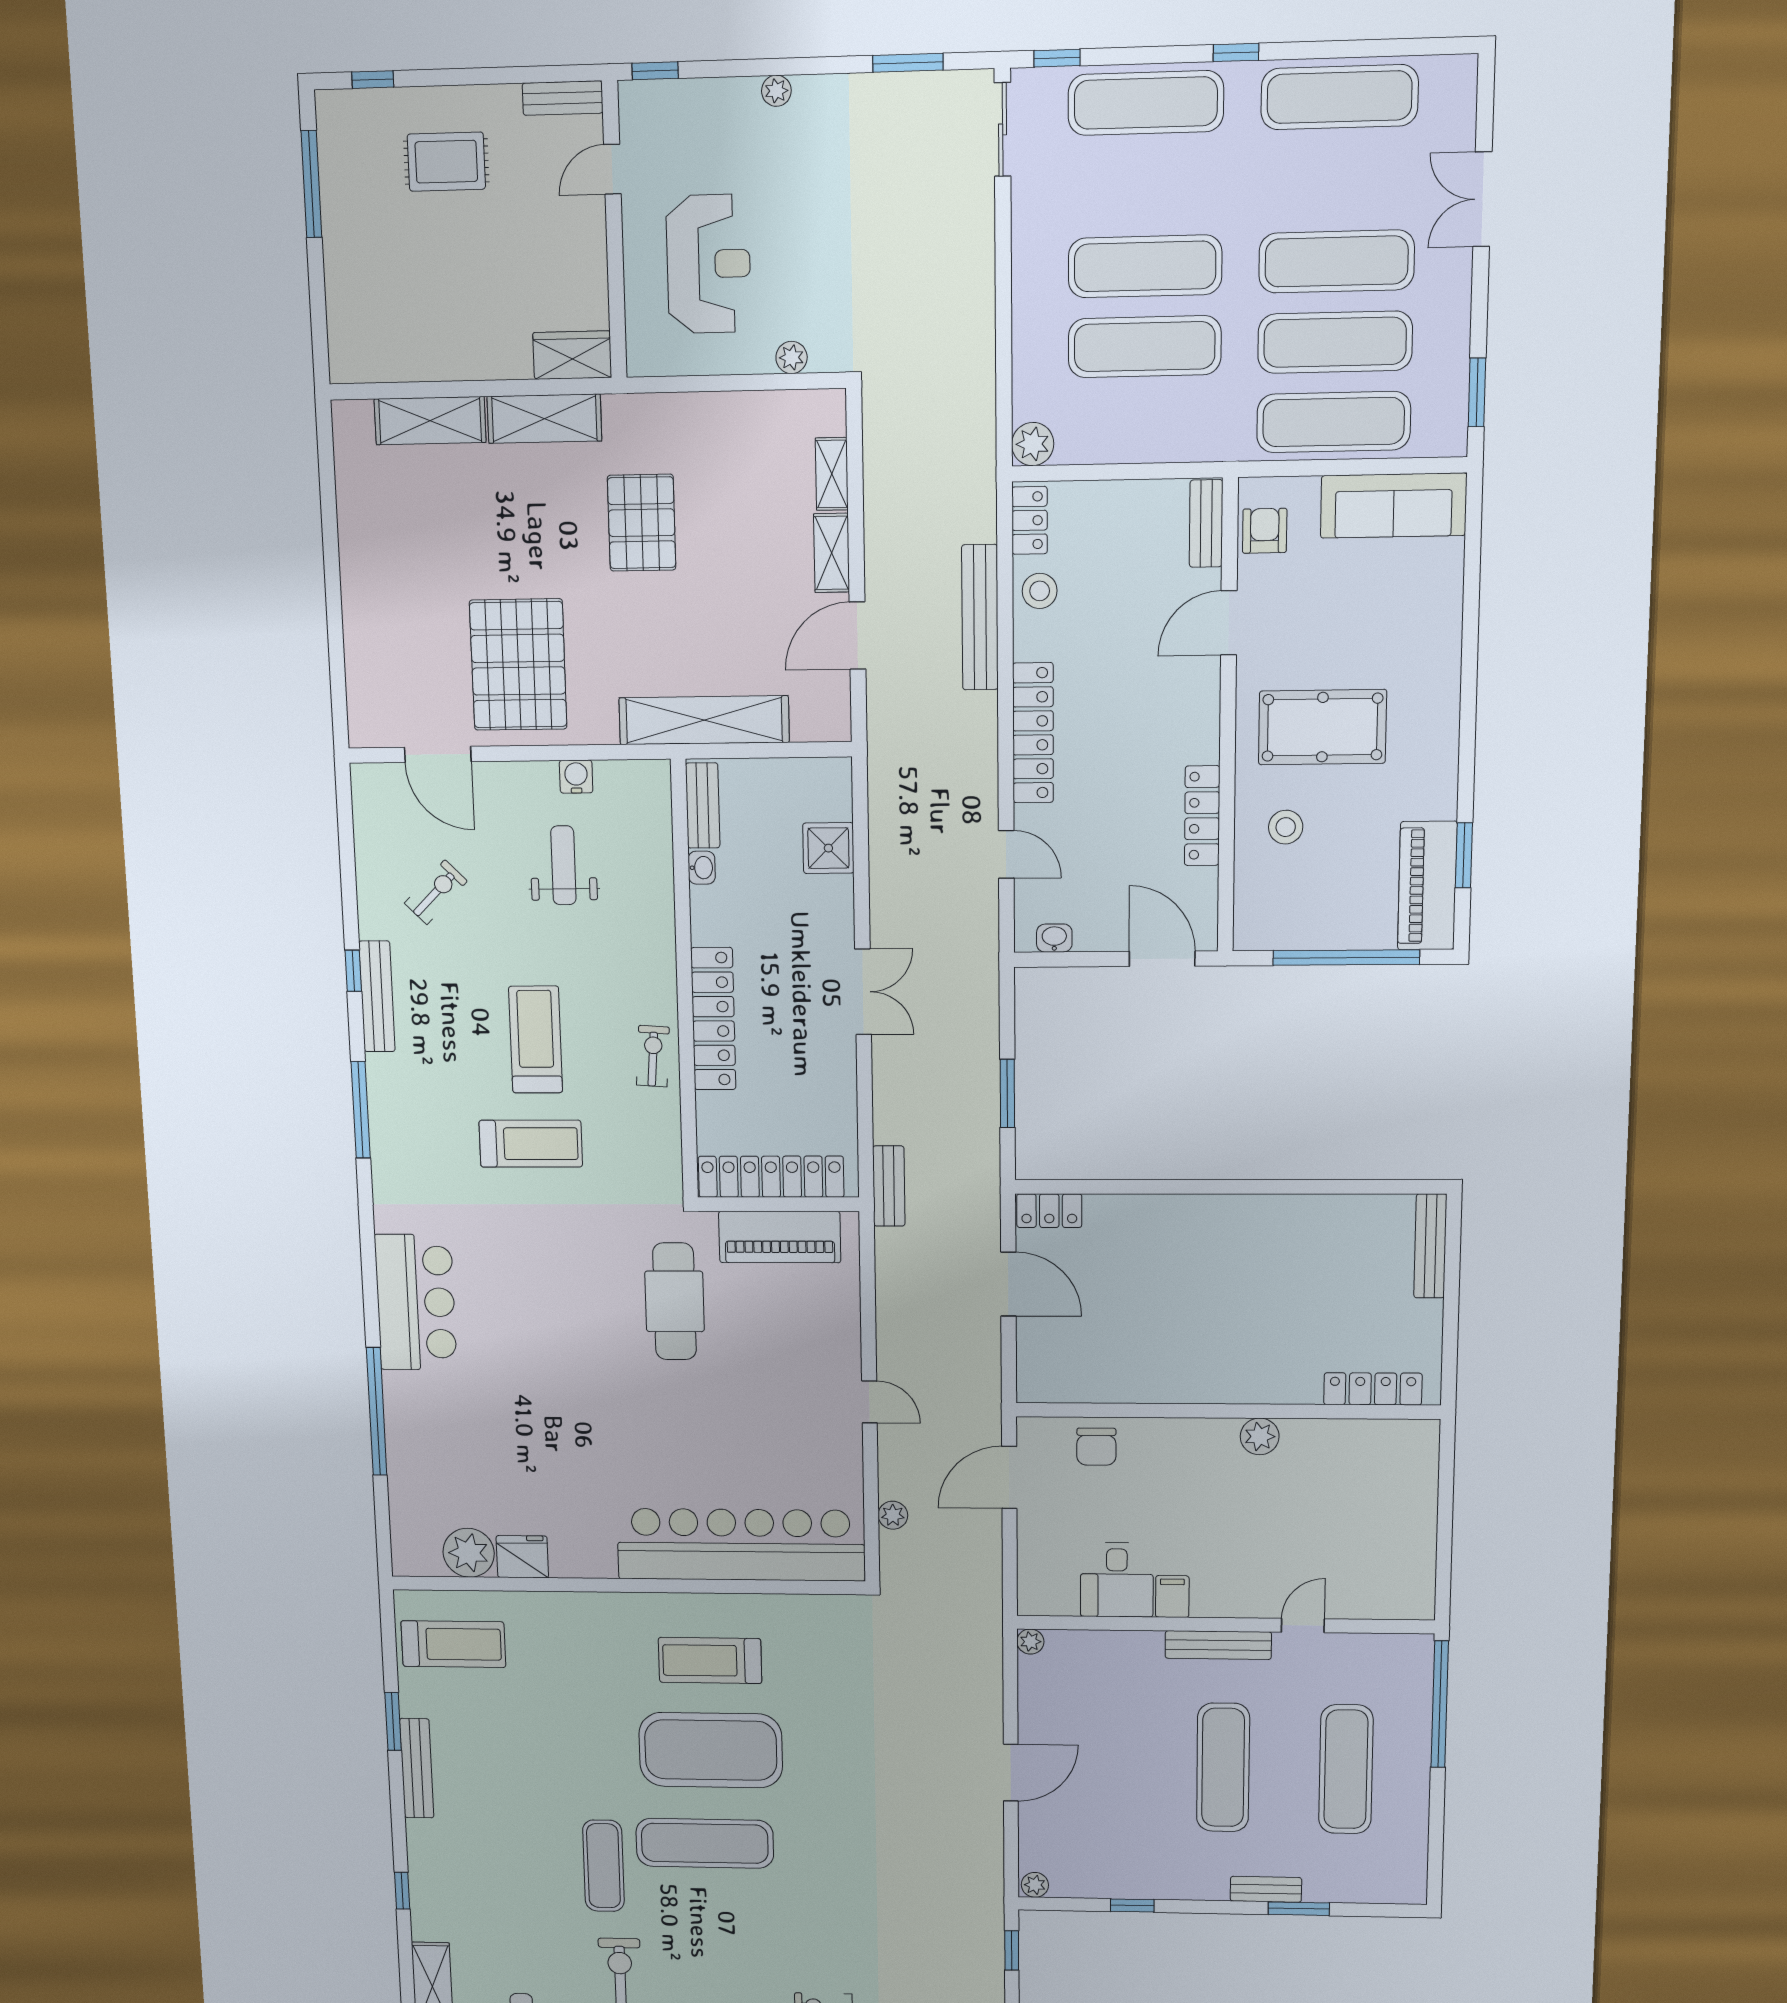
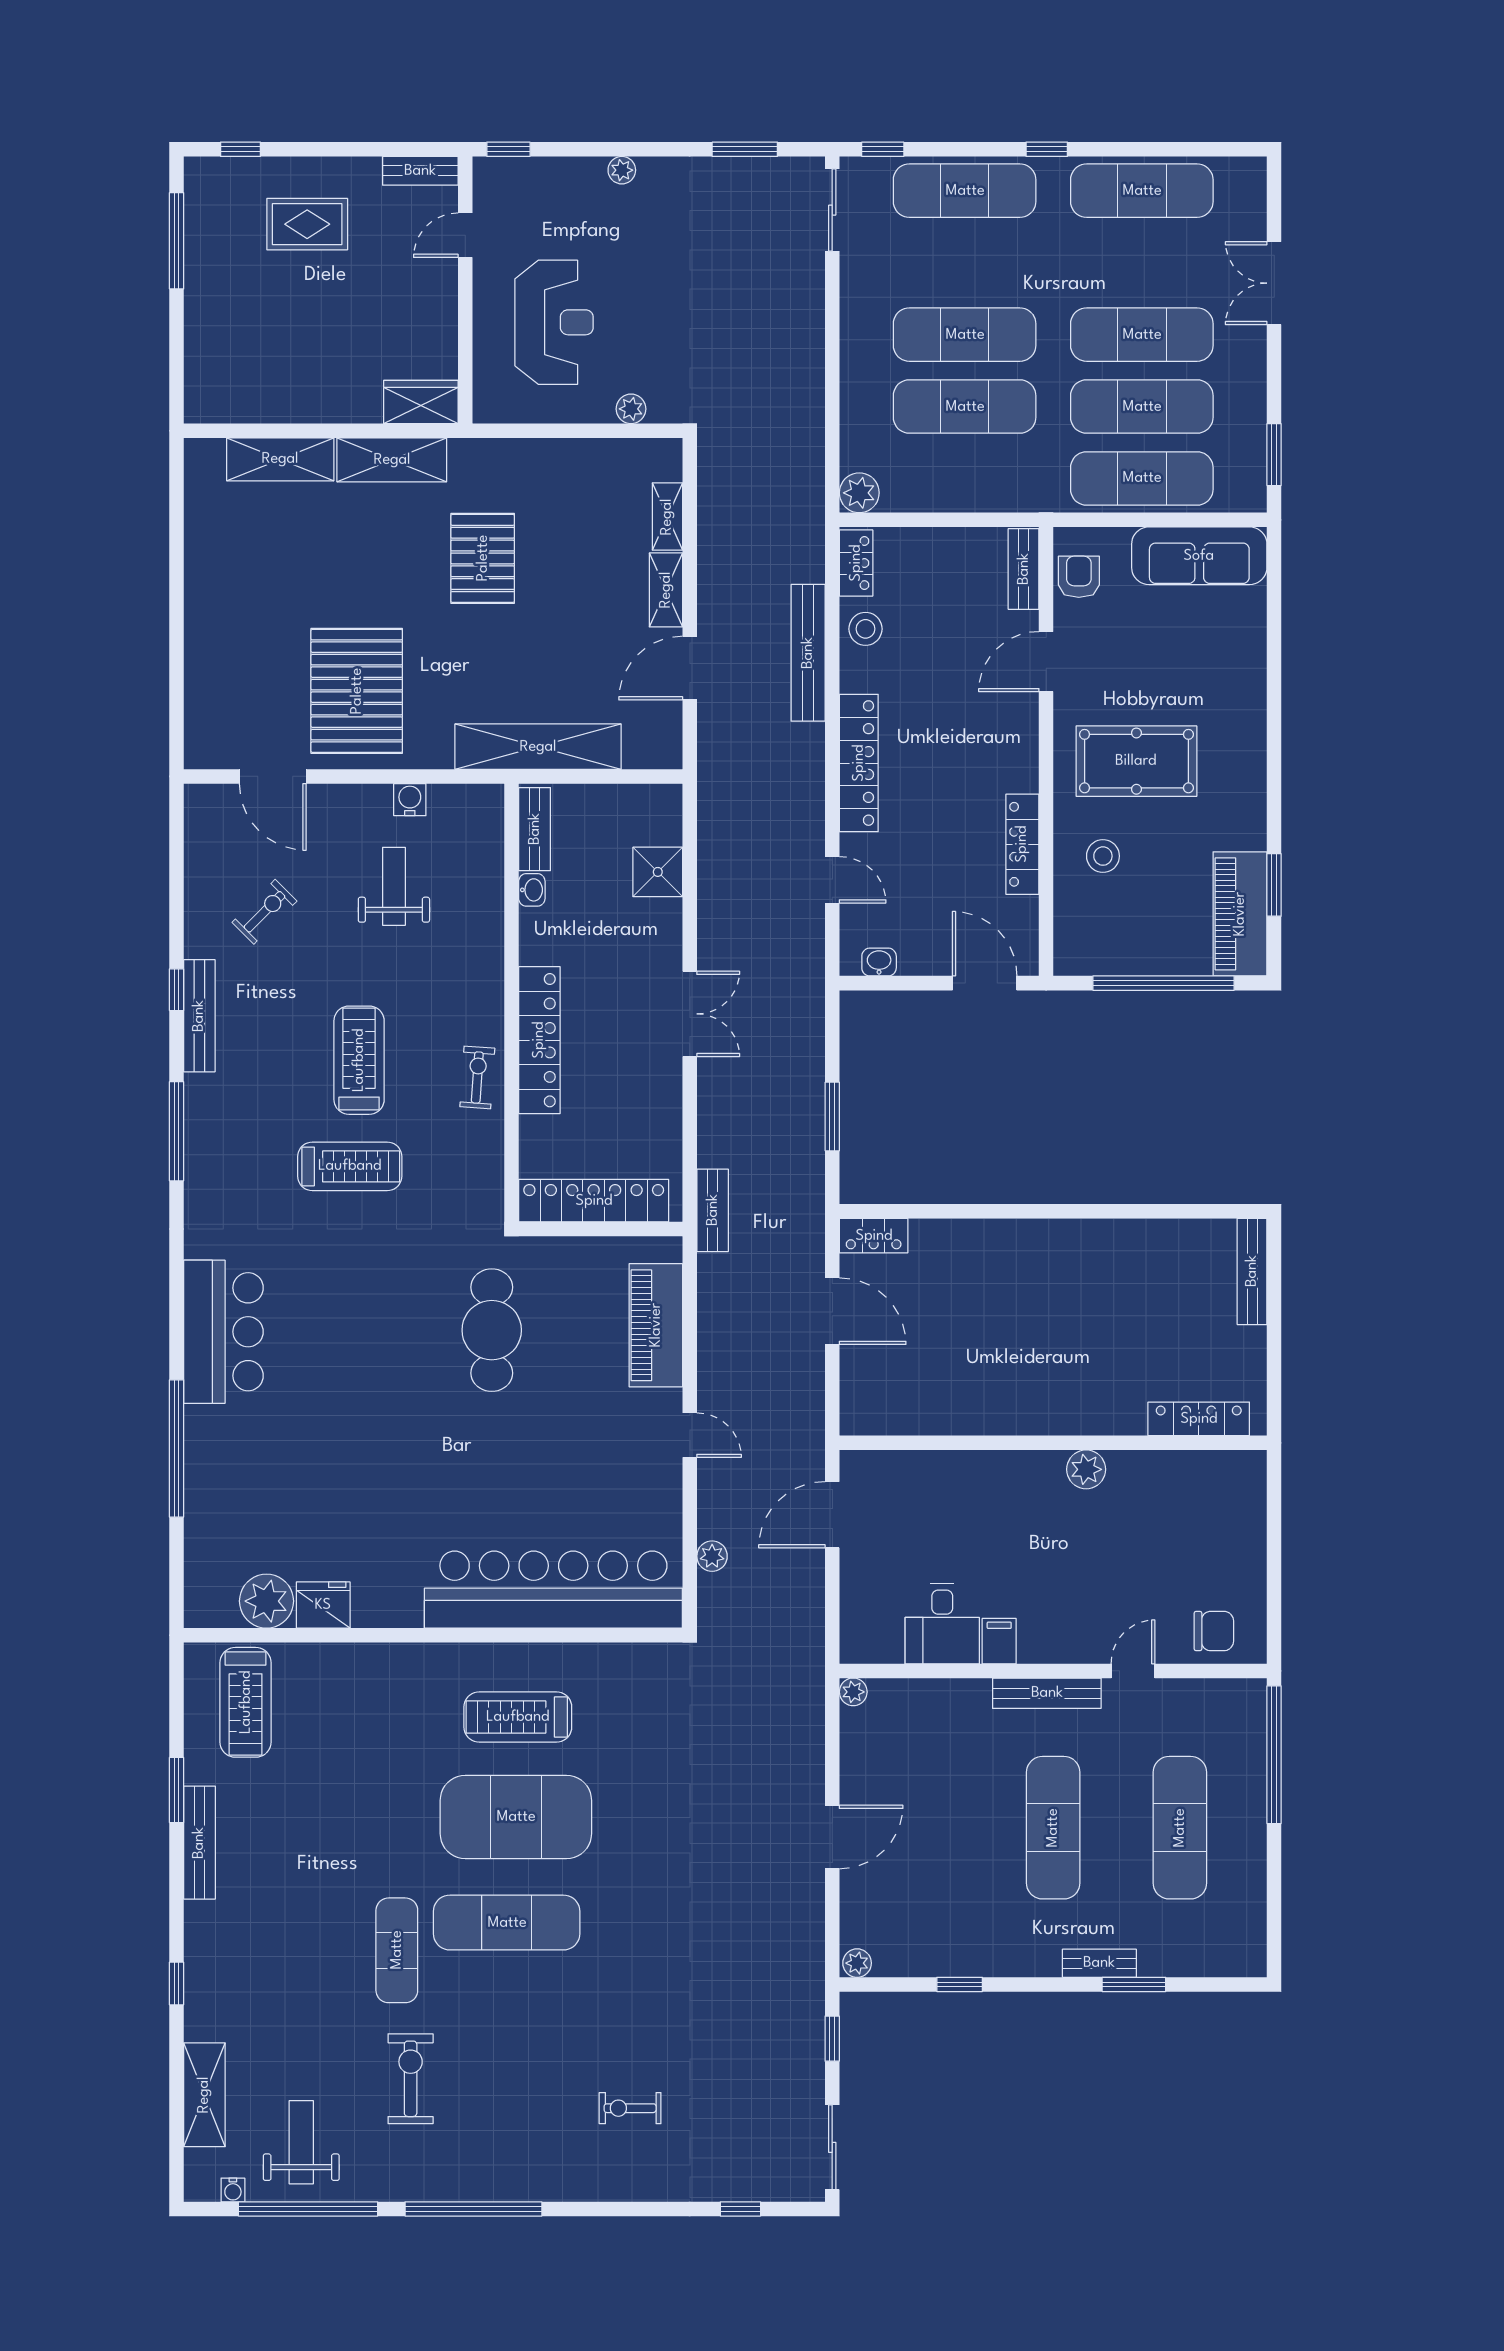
piano: (780, 1237) -> (656, 1325), moved, turned 90
chair: (1096, 1447) -> (1214, 1631), moved, turned -90
treadmill: (453, 1644) -> (246, 1702), turned 90

